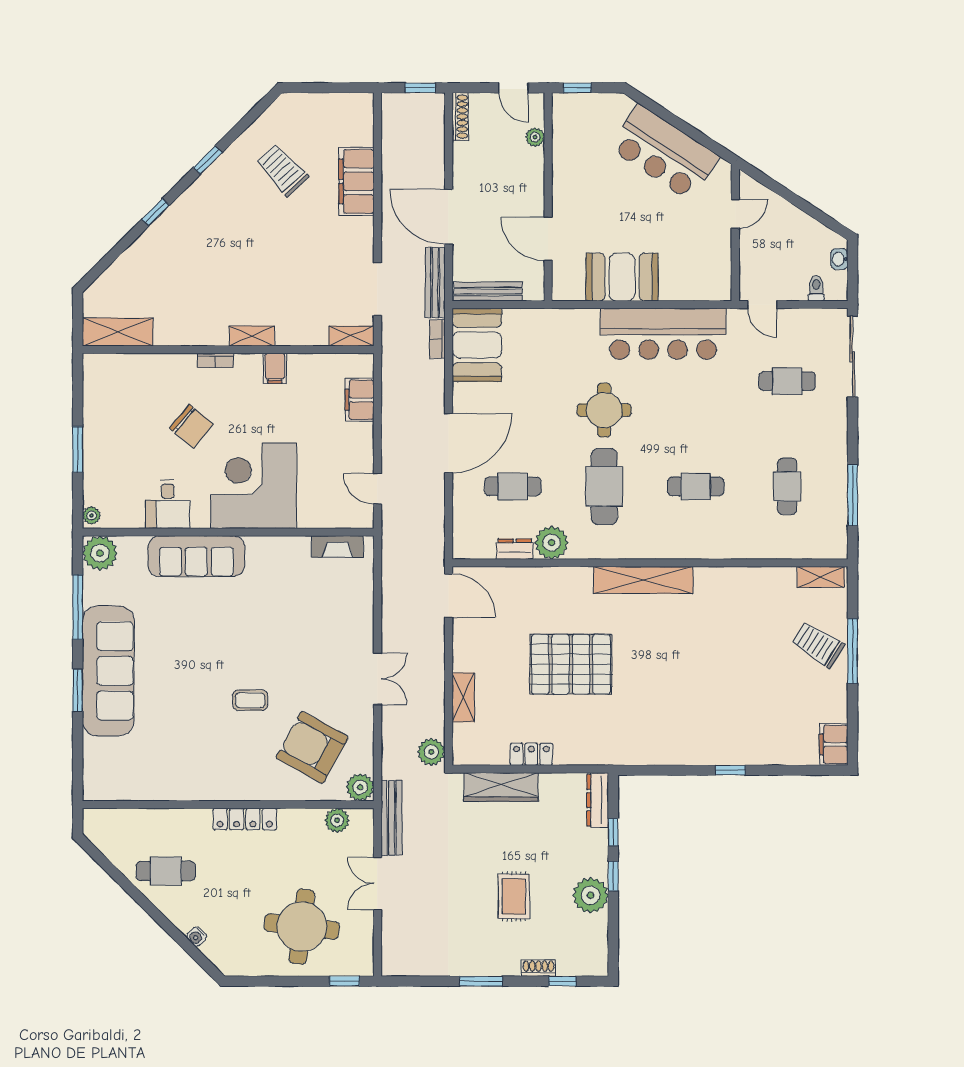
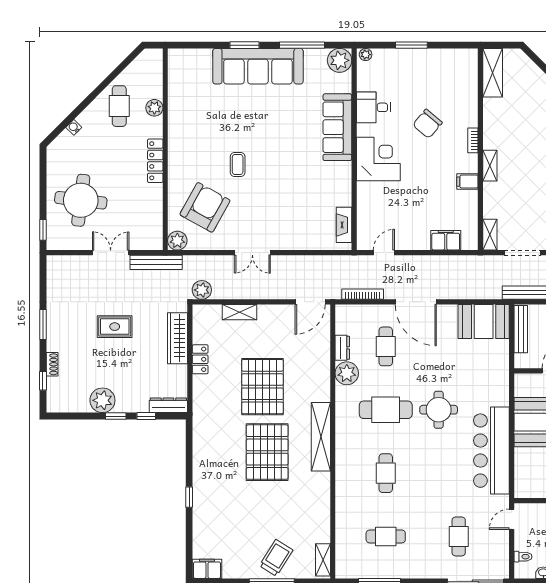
bookcase: (437, 339) -> (363, 294), moved, width x1.56
corner desk: (254, 486) -> (378, 159), width x0.74, depth x0.74
pallet: (665, 658) -> (267, 452), added
plant: (337, 820) -> (154, 108), moved
rug: (514, 896) -> (115, 327), moved

